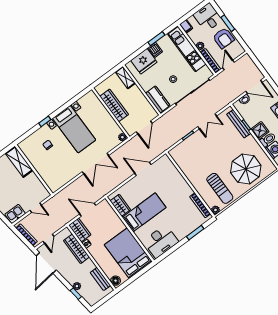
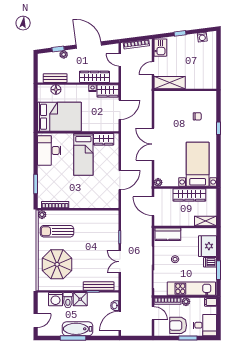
bed with nightstands: (74, 129) -> (198, 164), moved, turned 90
shelving: (19, 162) -> (170, 83), moved
door: (46, 263) -> (89, 45), moved
floor lamp: (116, 281) -> (56, 90), moved

